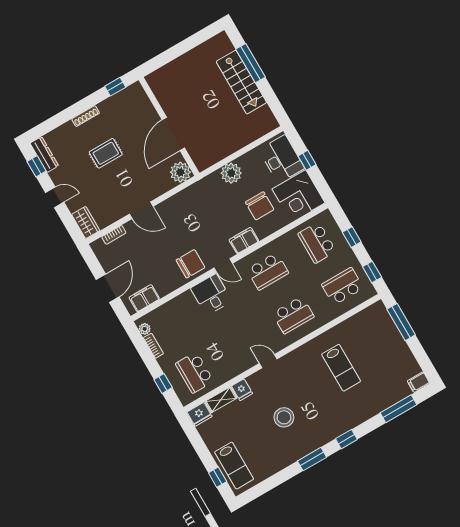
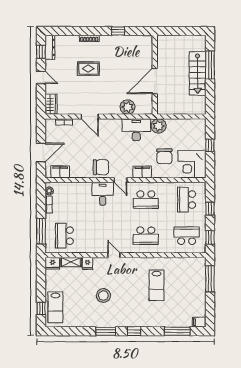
wall: (169, 126) -> (155, 75), moved
door: (173, 134) -> (155, 81), moved
desk: (282, 159) -> (136, 130), moved, turned -90
window: (163, 384) -> (41, 231), width x2.17

